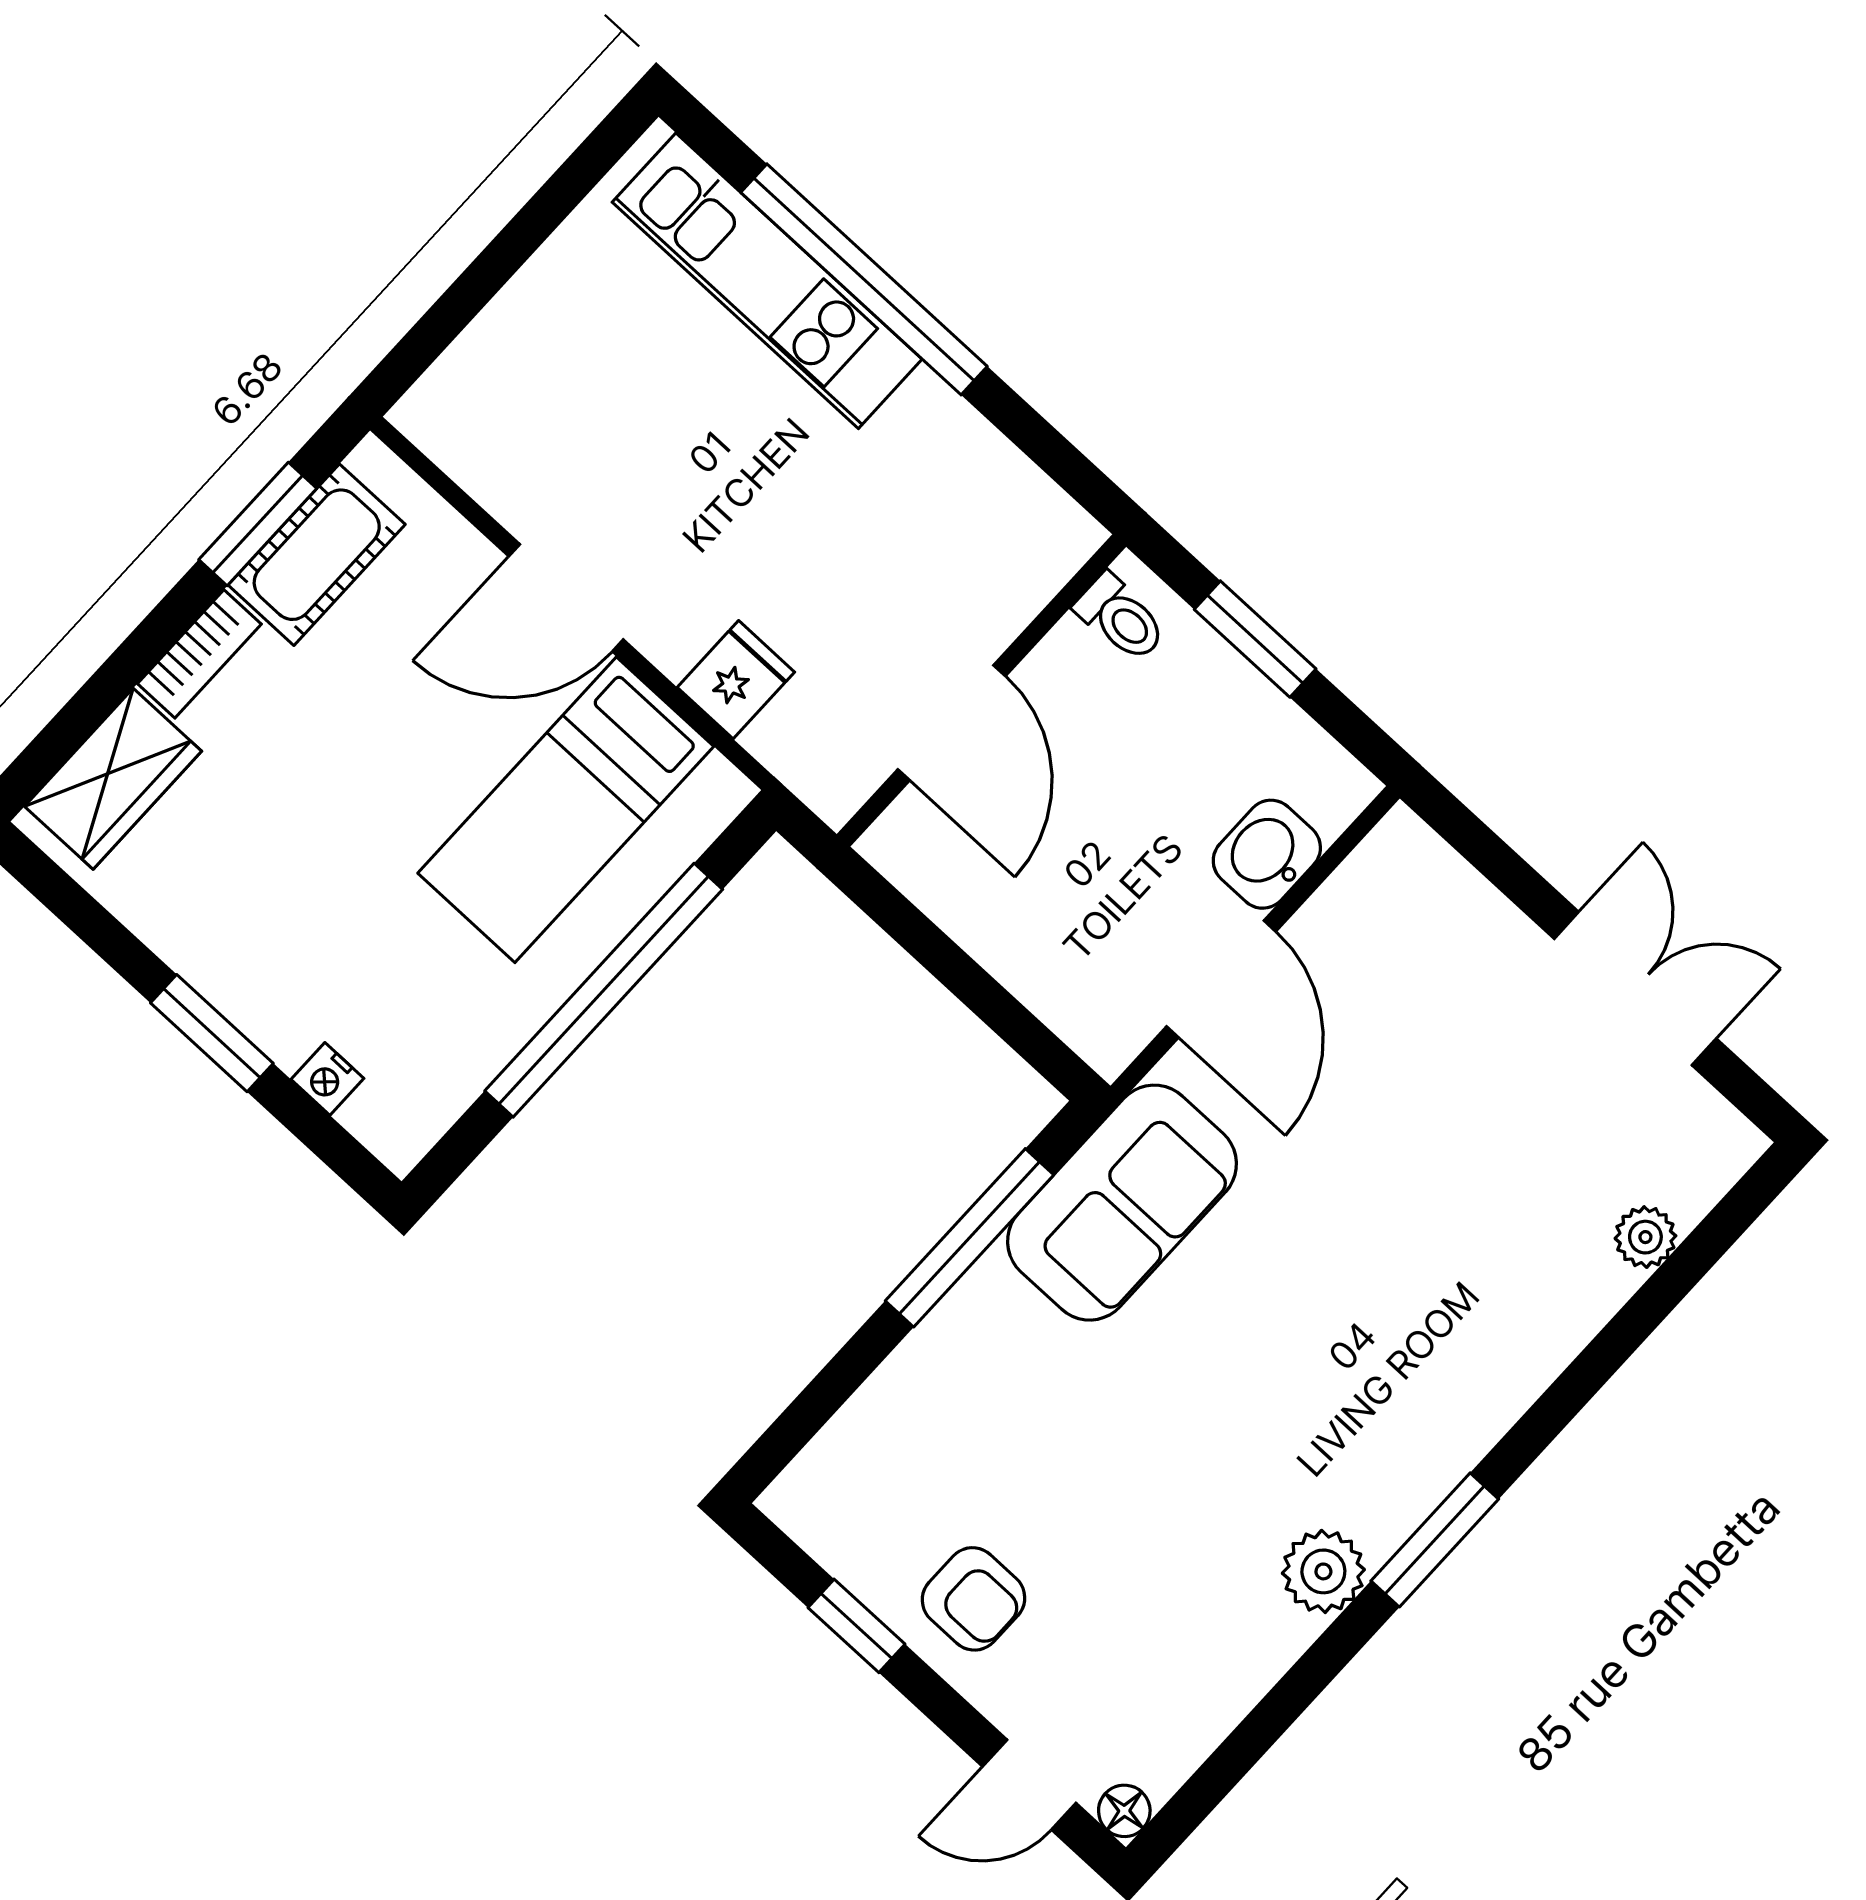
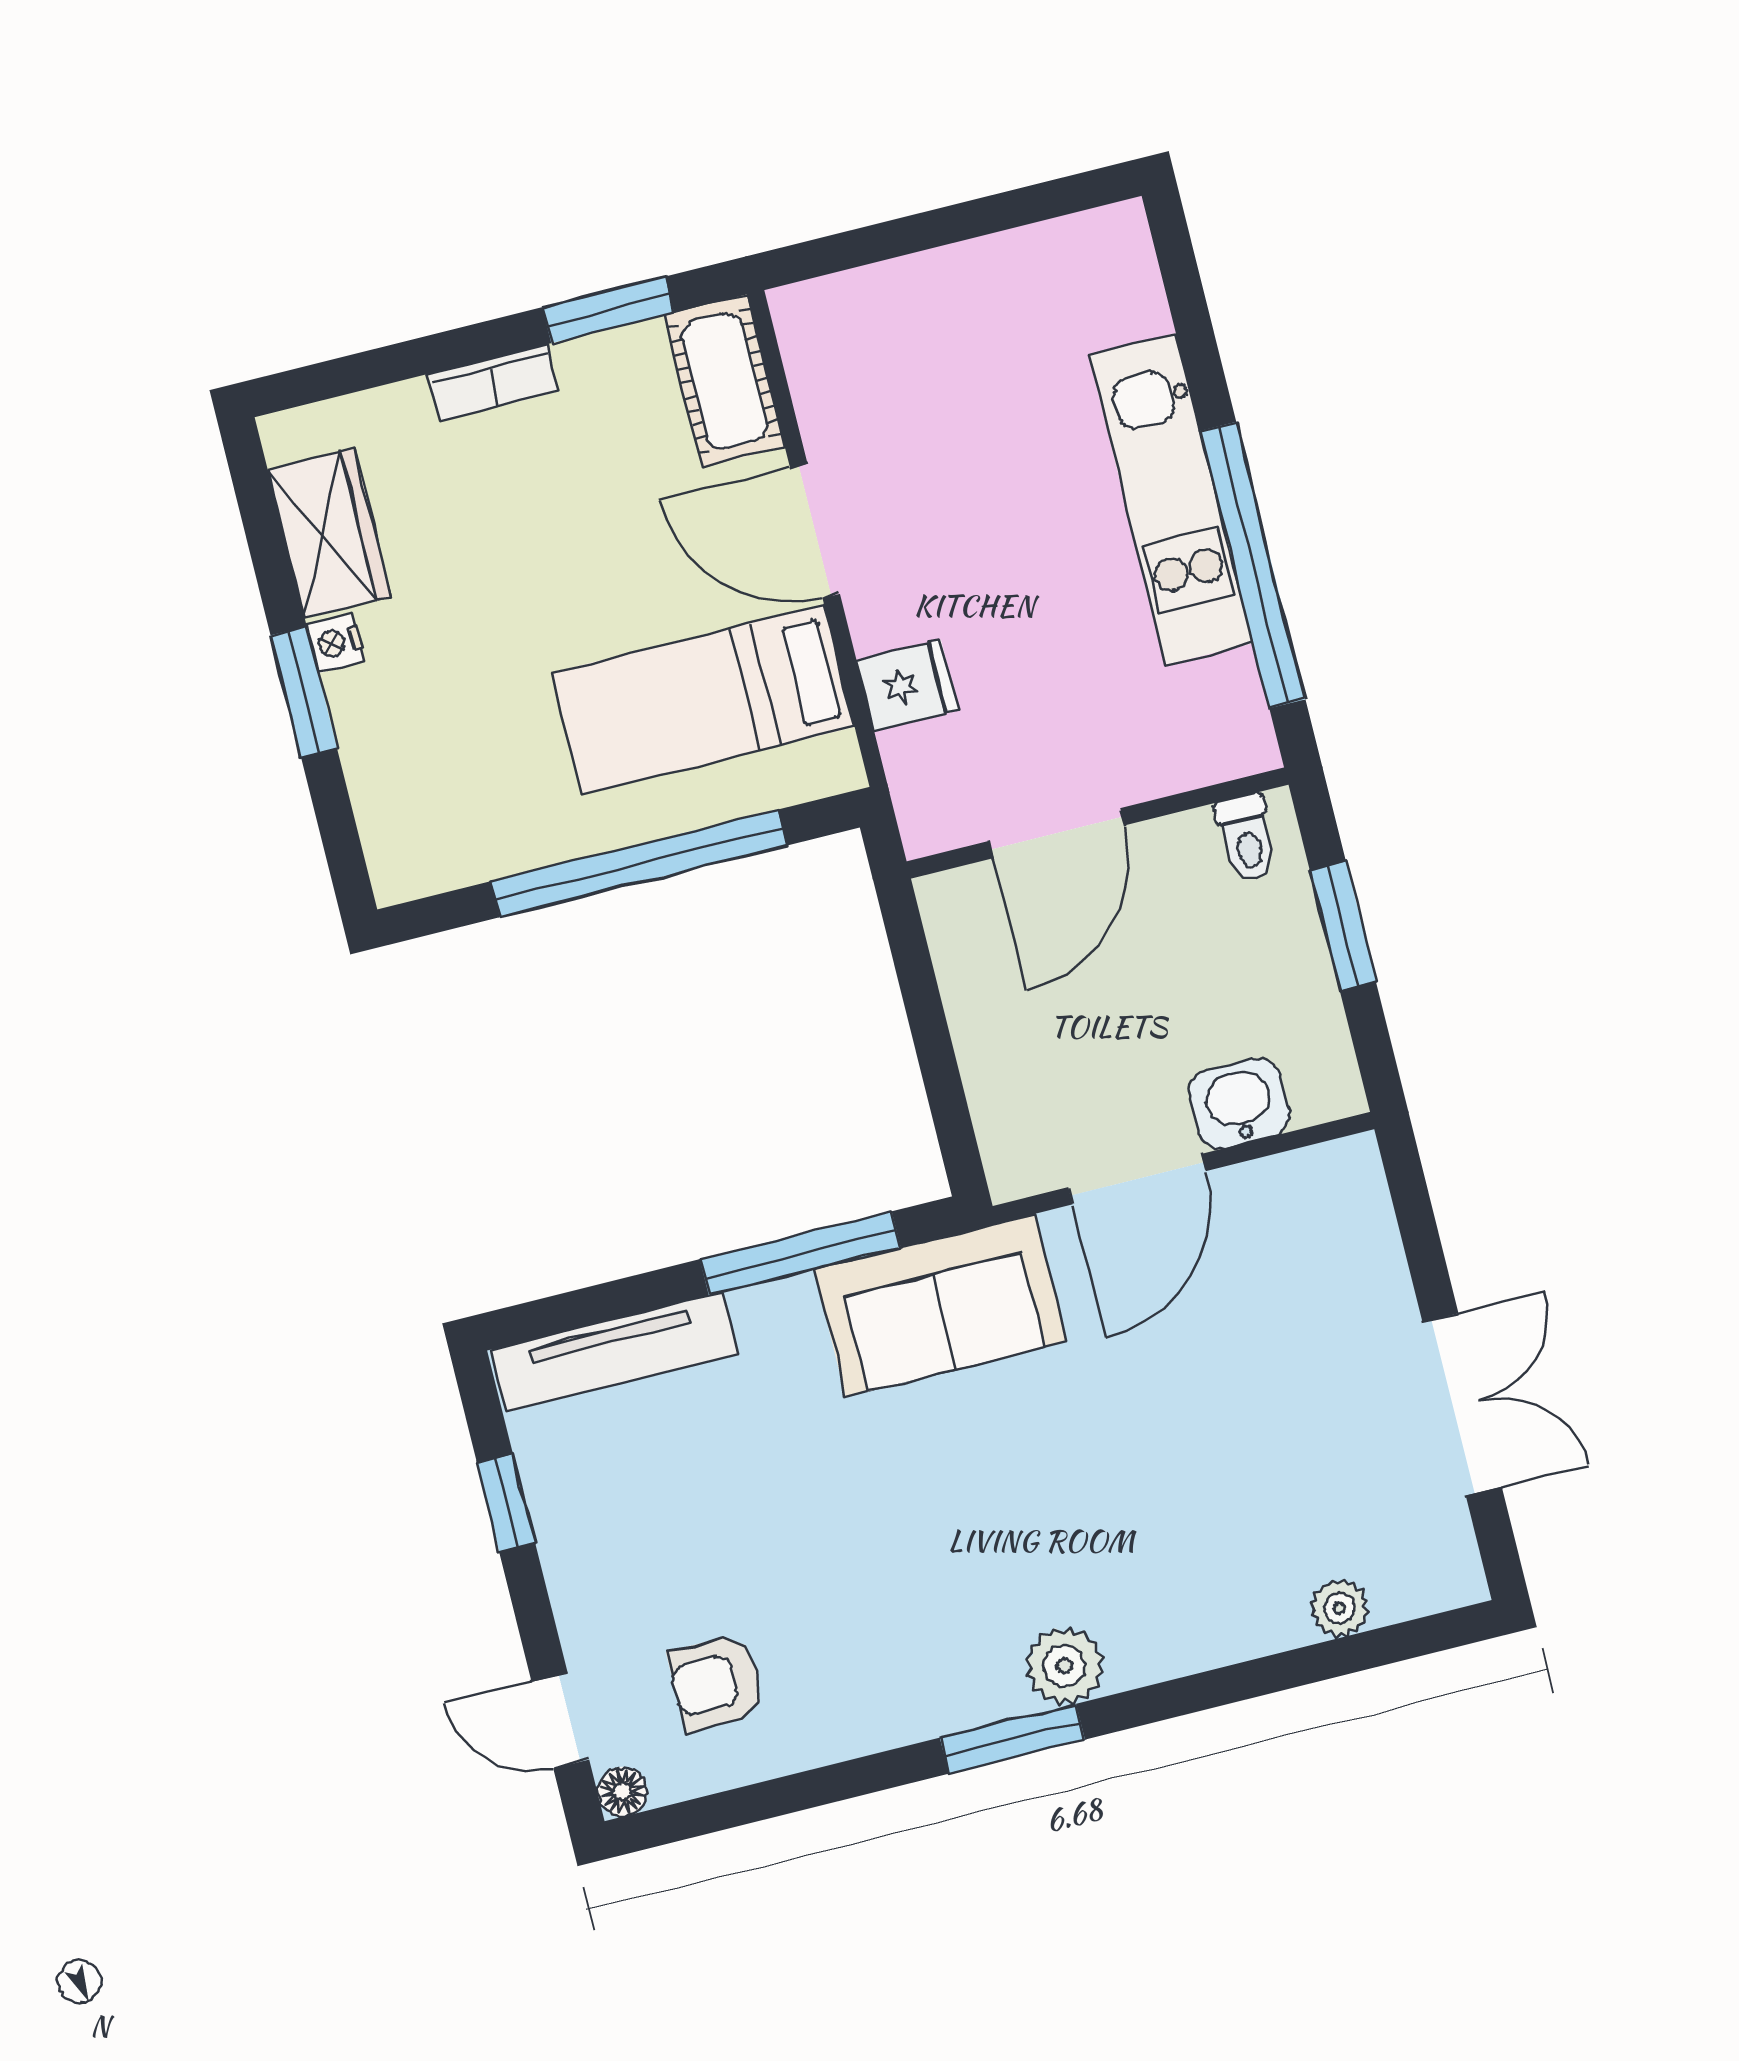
window: (864, 279) -> (1253, 565), moved
kitchen unit: (767, 281) -> (1171, 499), moved
cot: (317, 555) -> (724, 381), moved, turned 90
wardrobe: (113, 779) -> (329, 533), moved, turned -90
nightstand: (327, 1079) -> (335, 643), moved
tv unit: (864, 1432) -> (614, 1352), added
plant: (1323, 1571) -> (1064, 1666), moved
armchair: (973, 1599) -> (717, 1682), moved, turned 90

